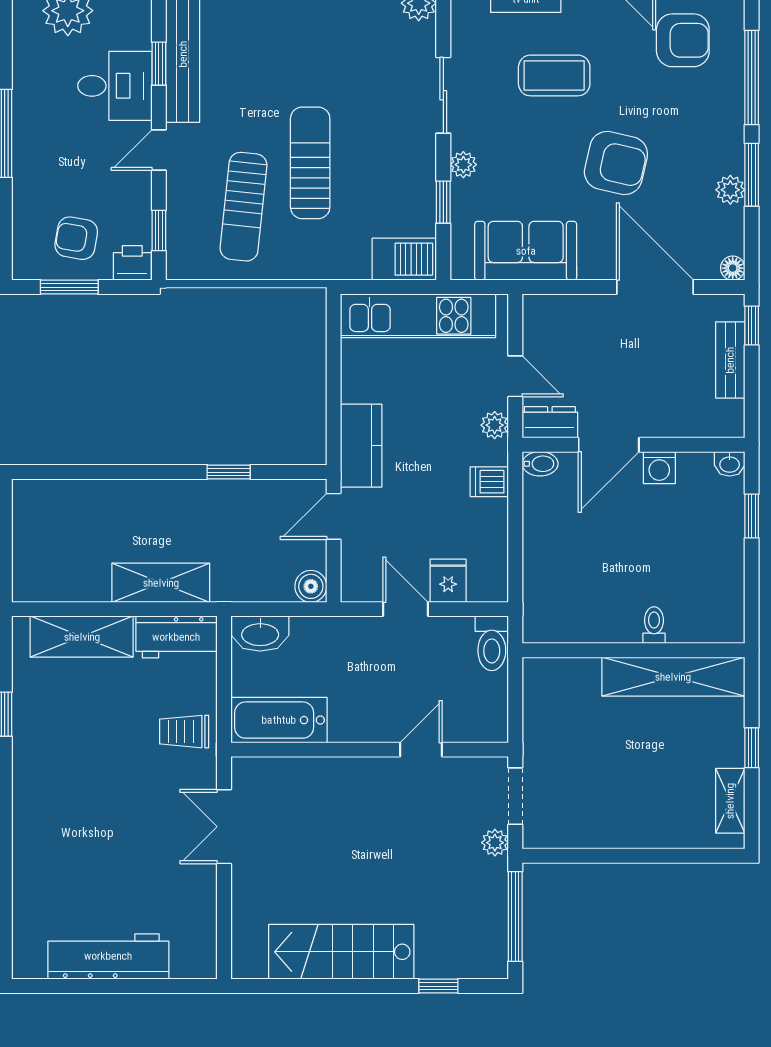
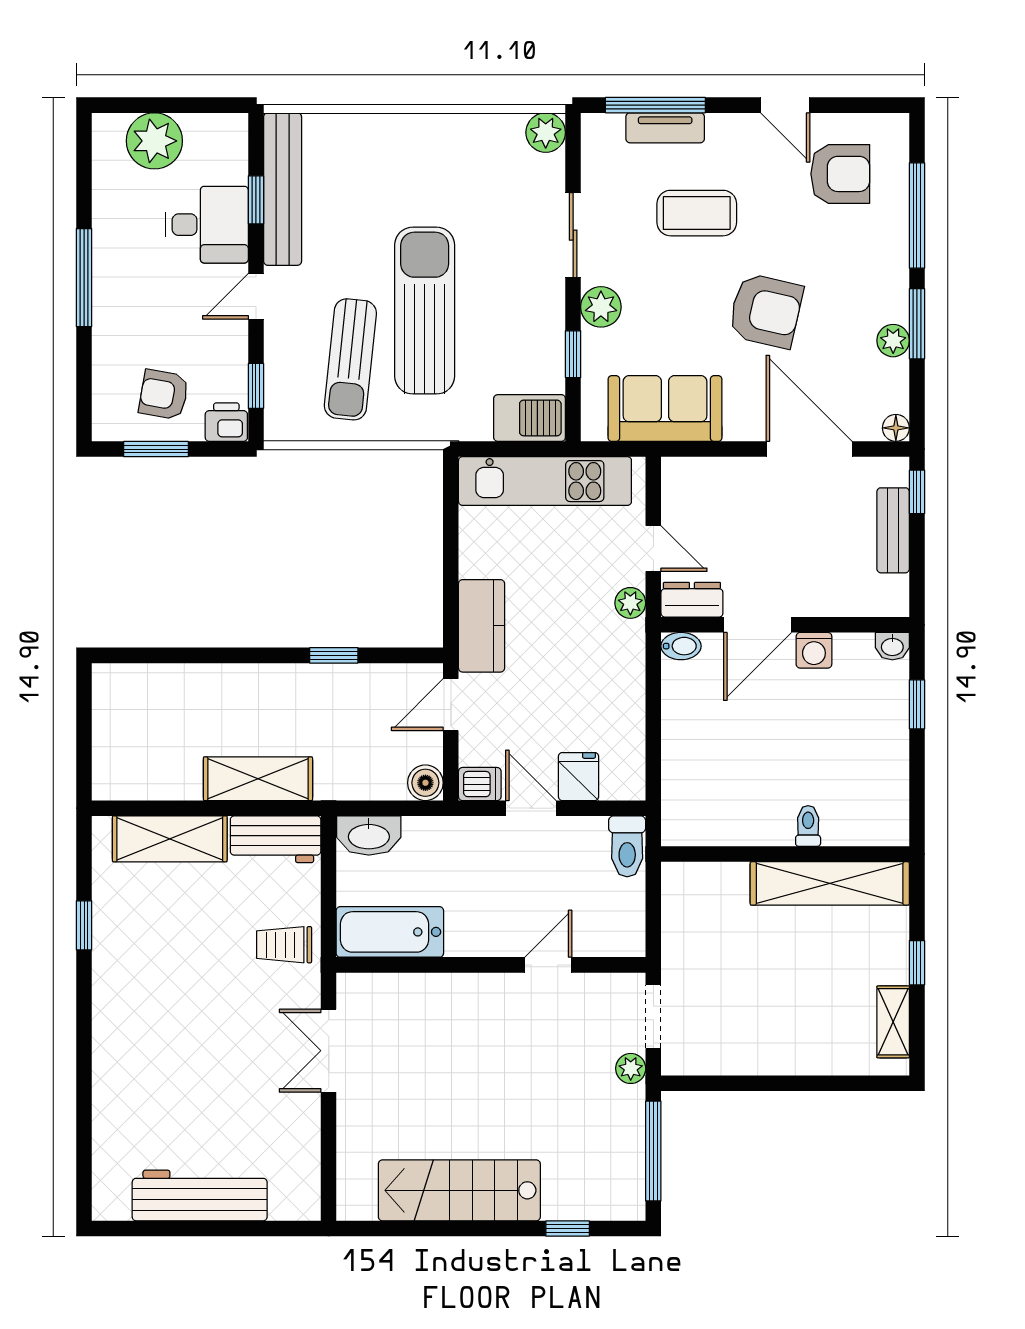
sun lounger: (310, 163) -> (425, 311), width x1.36, depth x1.34
plant: (463, 165) -> (601, 307), width x1.38, depth x1.38
dishwasher: (489, 482) -> (480, 784), moved, turned 180

